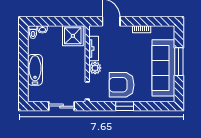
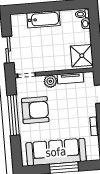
armchair: (122, 85) -> (35, 110), turned 90
window: (125, 106) -> (13, 115), width x2.11

